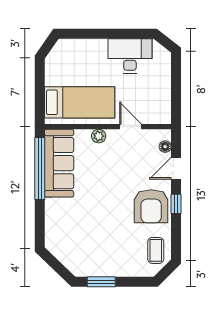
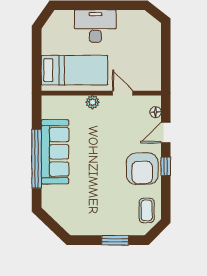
desk: (130, 56) -> (95, 26), moved
sofa: (59, 163) -> (55, 152), moved
window: (40, 168) -> (37, 159), moved
window: (101, 282) -> (115, 240), moved

